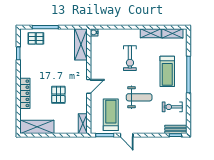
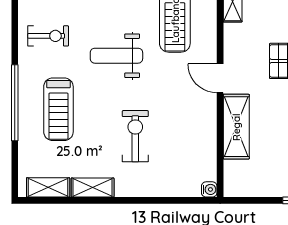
shelving: (81, 44) -> (236, 127), moved
treadmill: (167, 71) -> (58, 109), turned 180
door: (89, 86) -> (220, 78), hinge flipped

